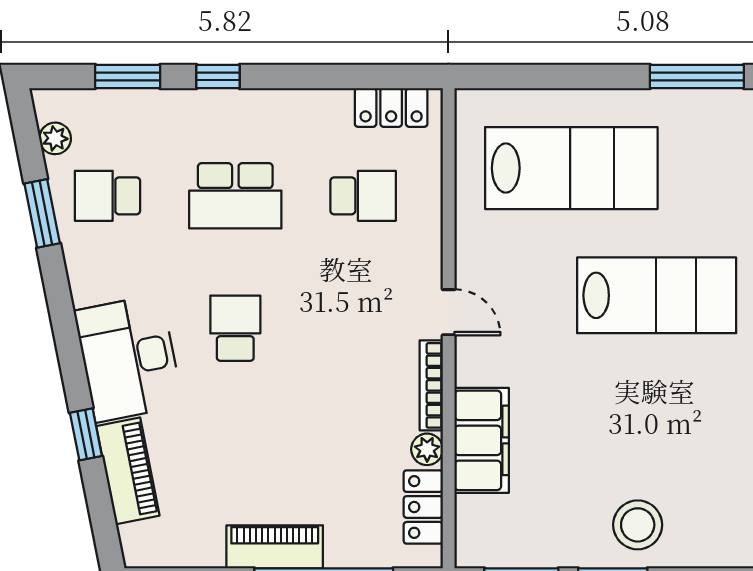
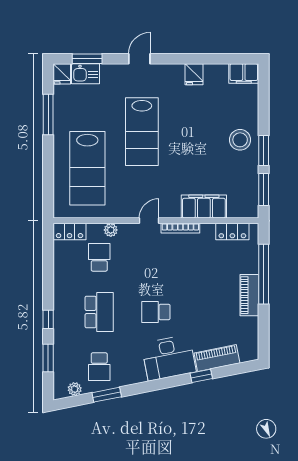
locker: (391, 107) -> (70, 231), moved, turned 90
lab bench: (571, 168) -> (87, 168), turned 180
lab bench: (657, 295) -> (142, 132), turned 180
plant: (427, 449) -> (111, 230), moved

